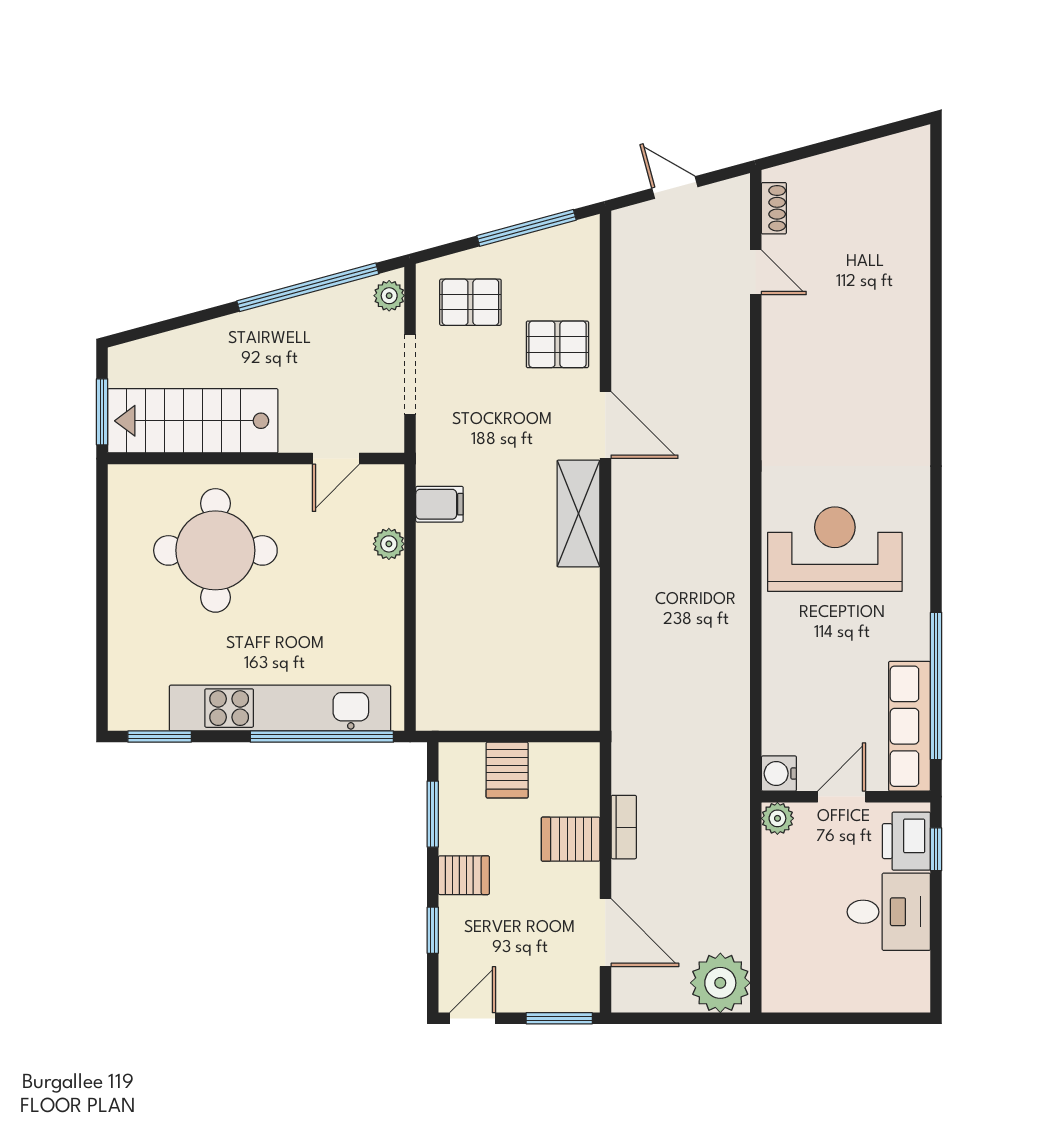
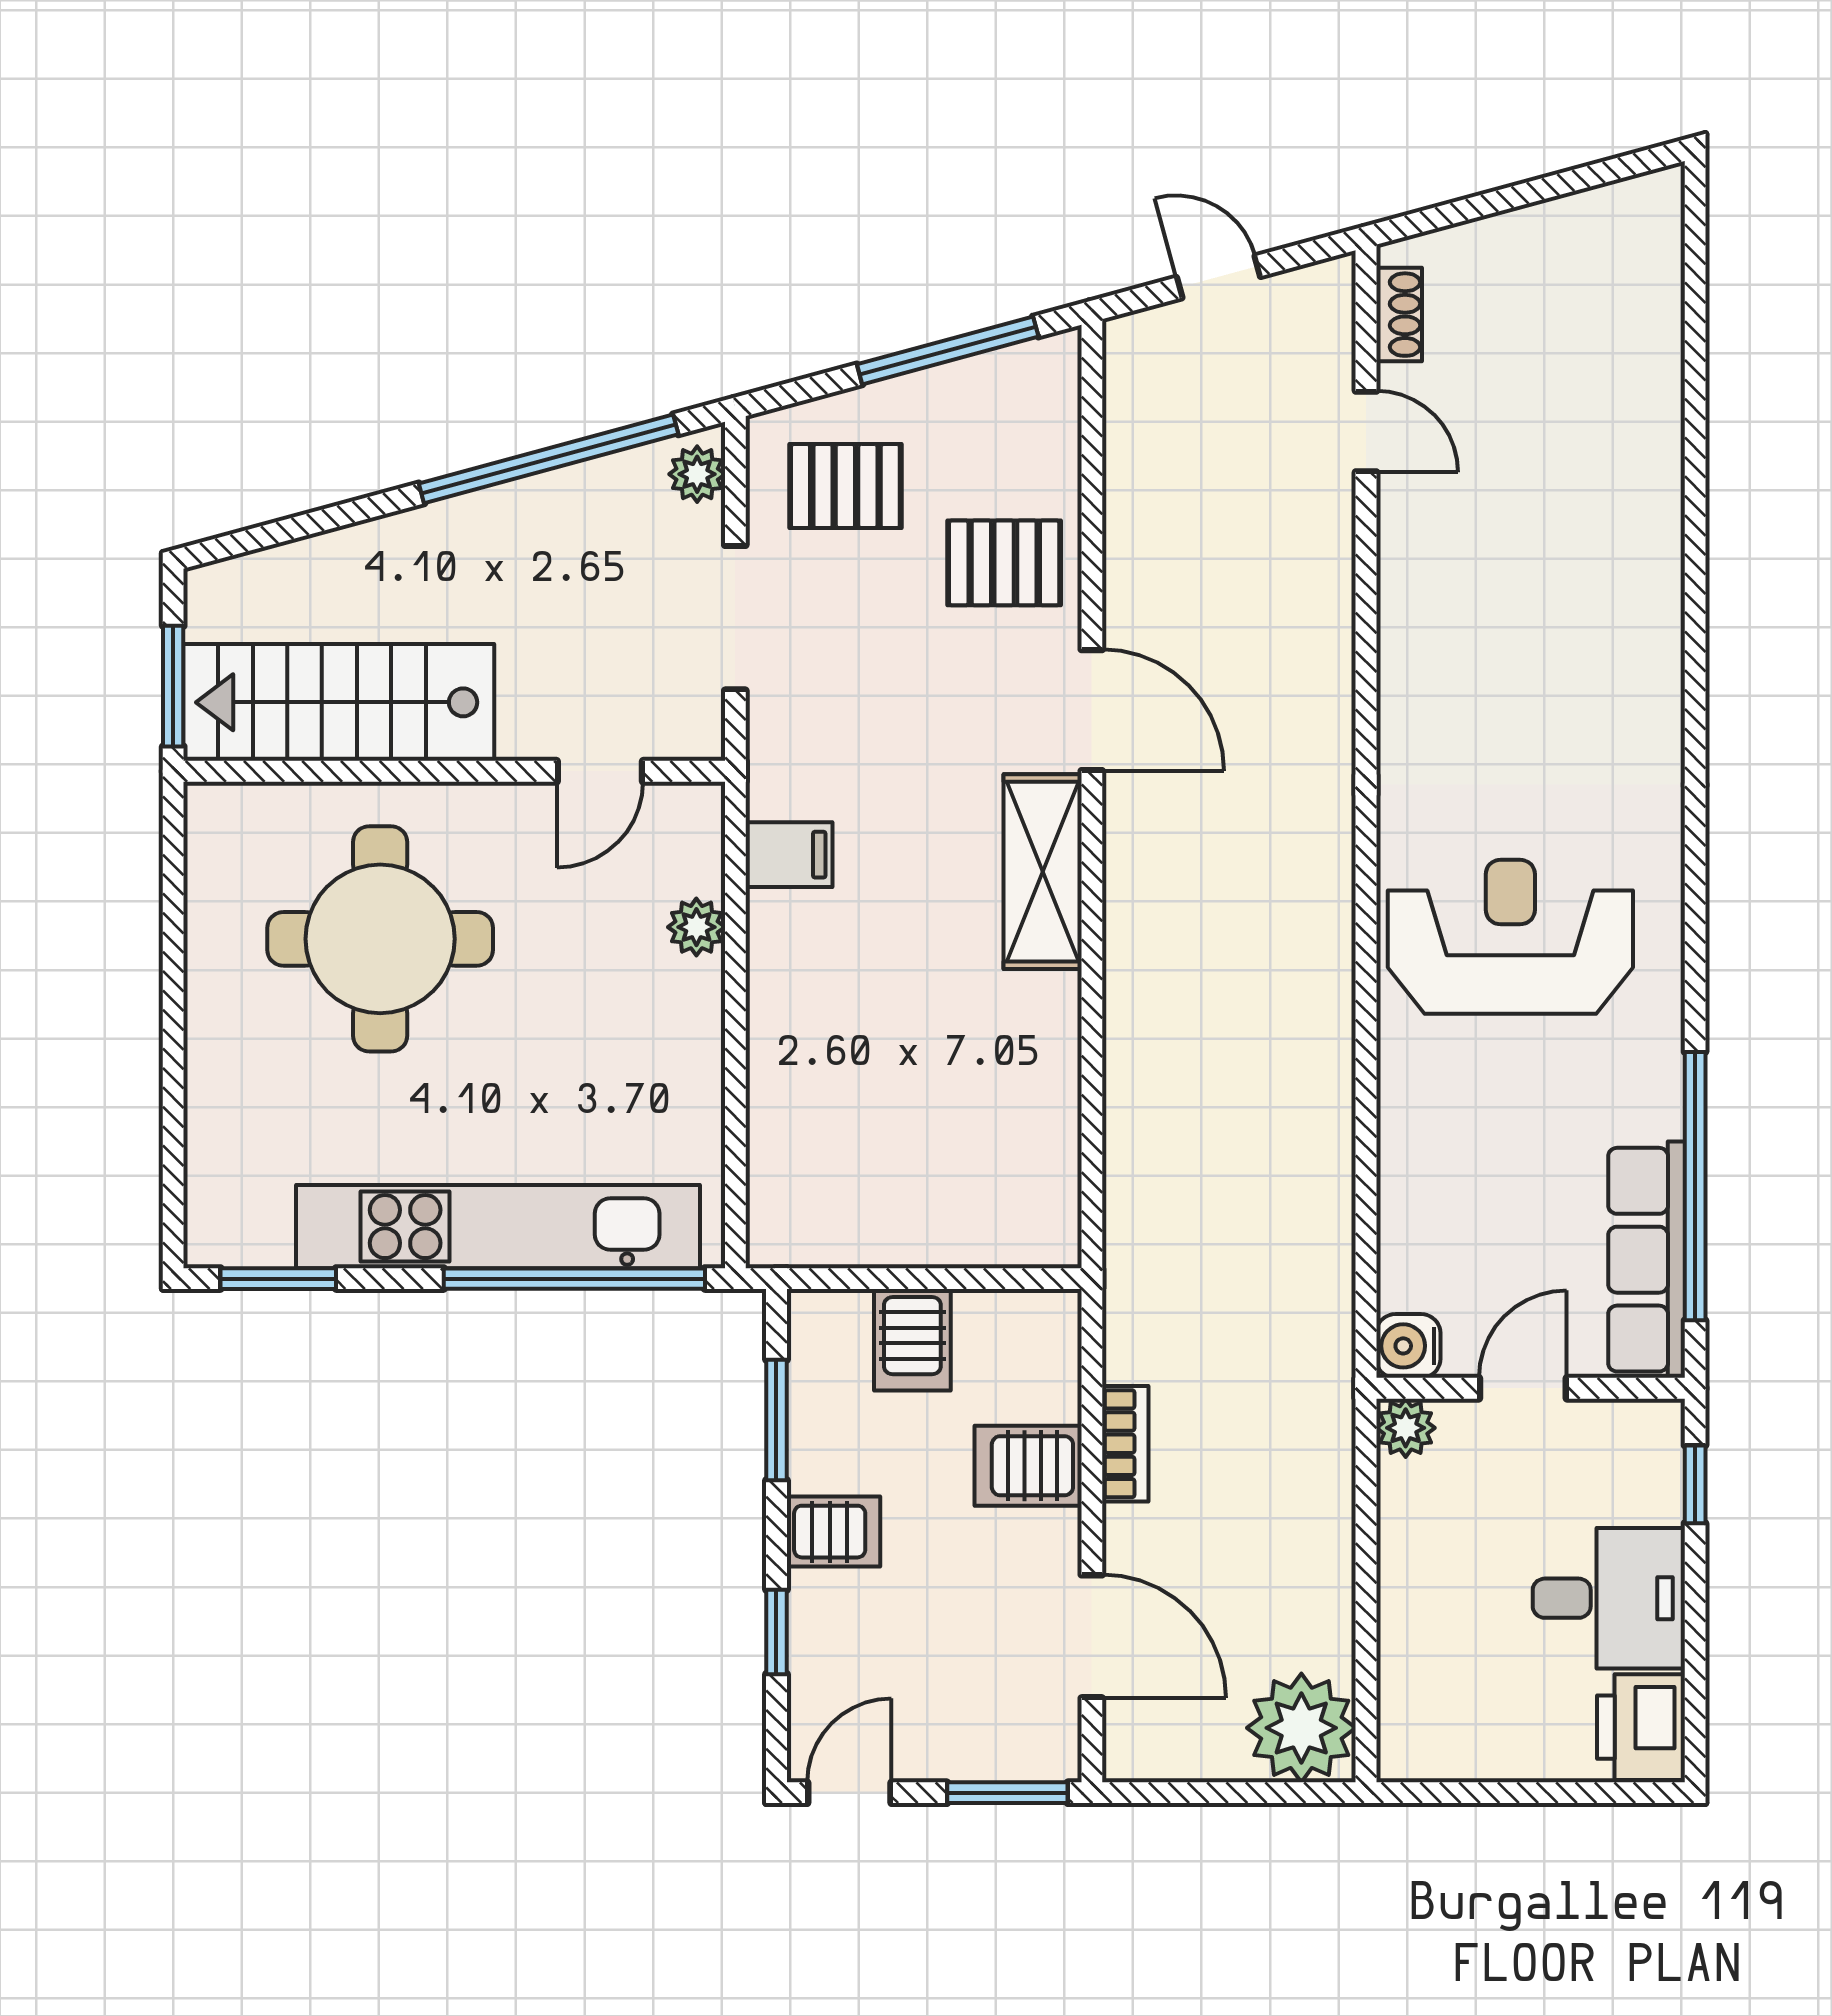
printer: (906, 841) -> (1641, 1727), moved

